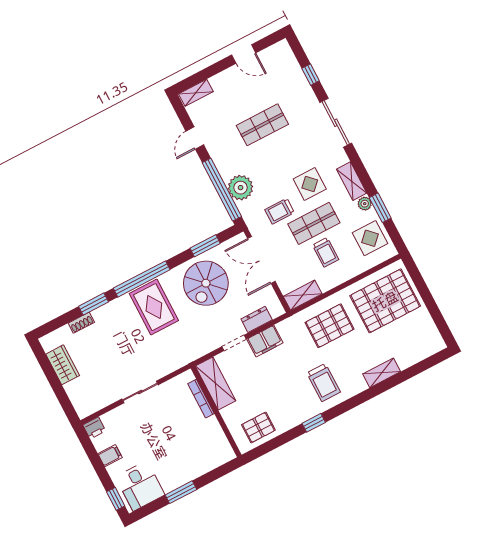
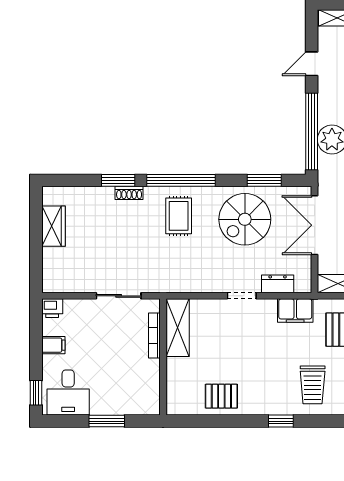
rug: (154, 307) -> (179, 216), width x0.73, depth x0.70
shoe rack: (81, 323) -> (129, 193), moved
filing cabinet: (265, 341) -> (295, 311), moved
shelving: (216, 383) -> (178, 328), moved
bookcase: (201, 399) -> (154, 335), moved
wall: (216, 412) -> (163, 357), moved

